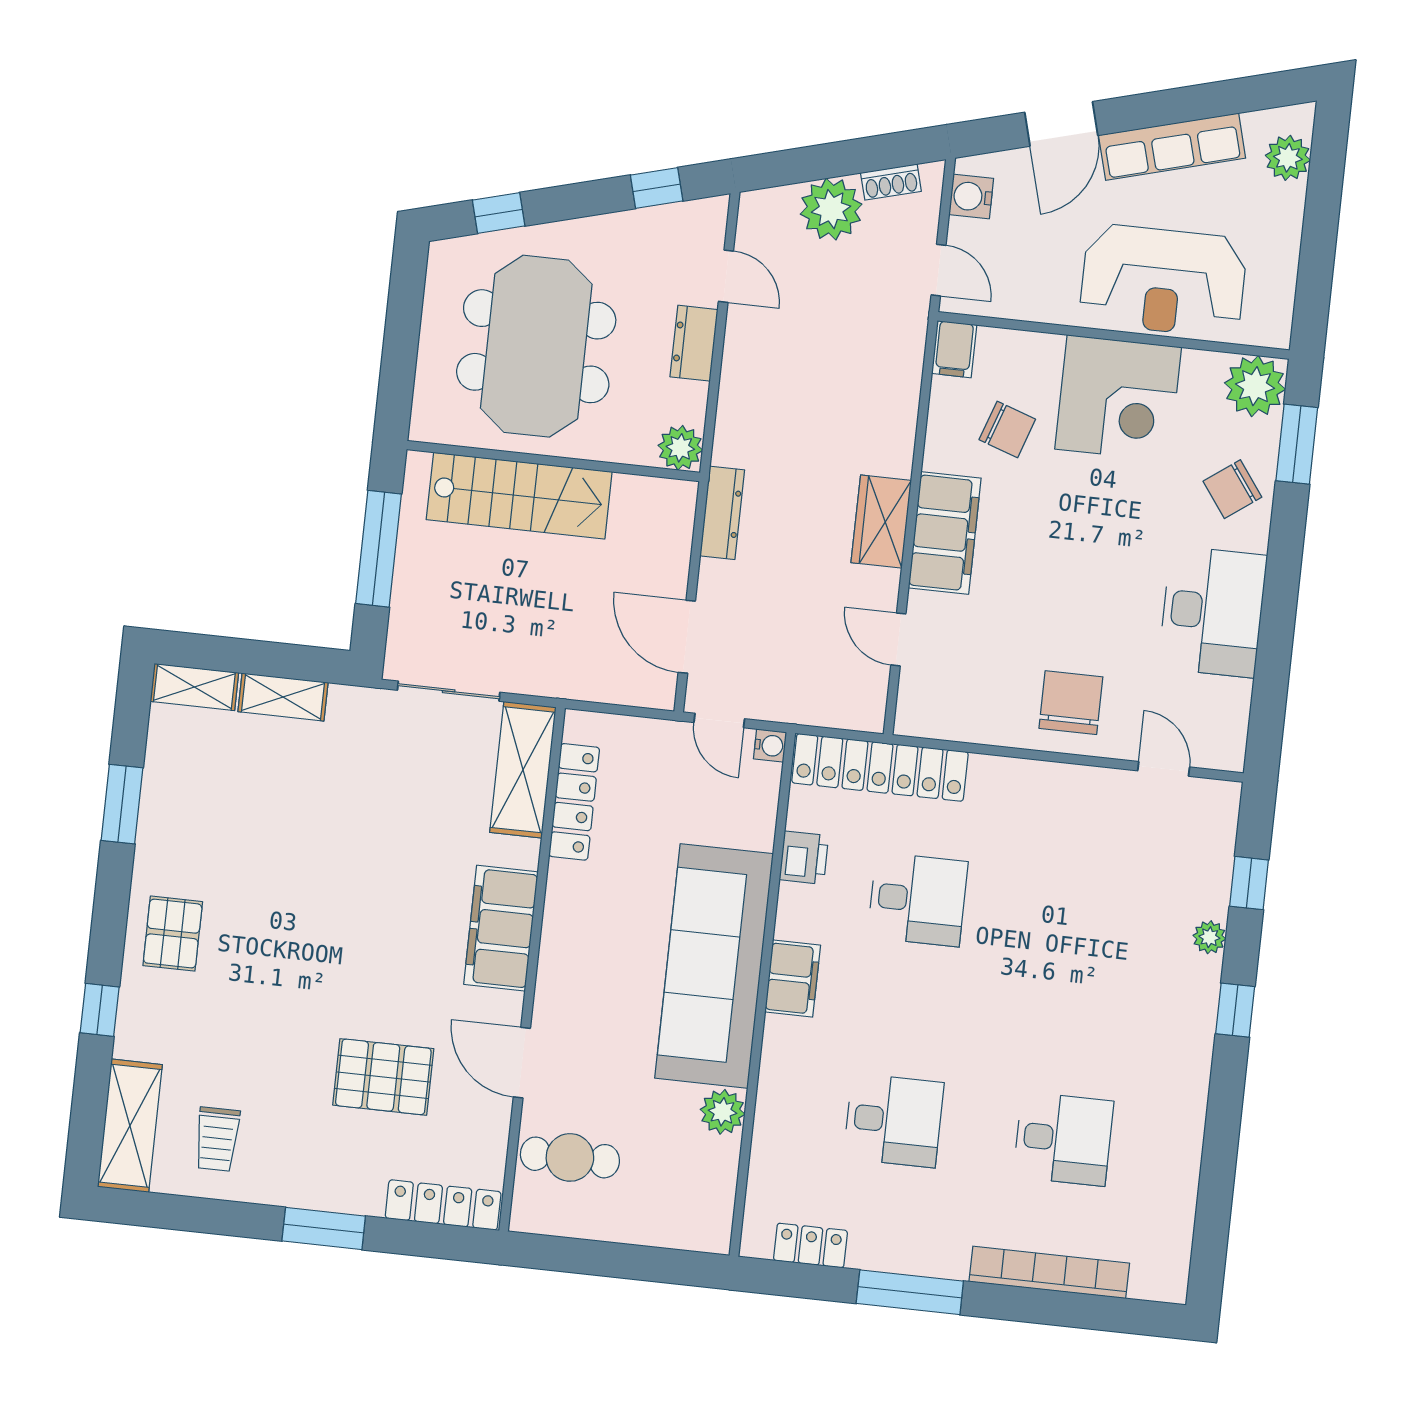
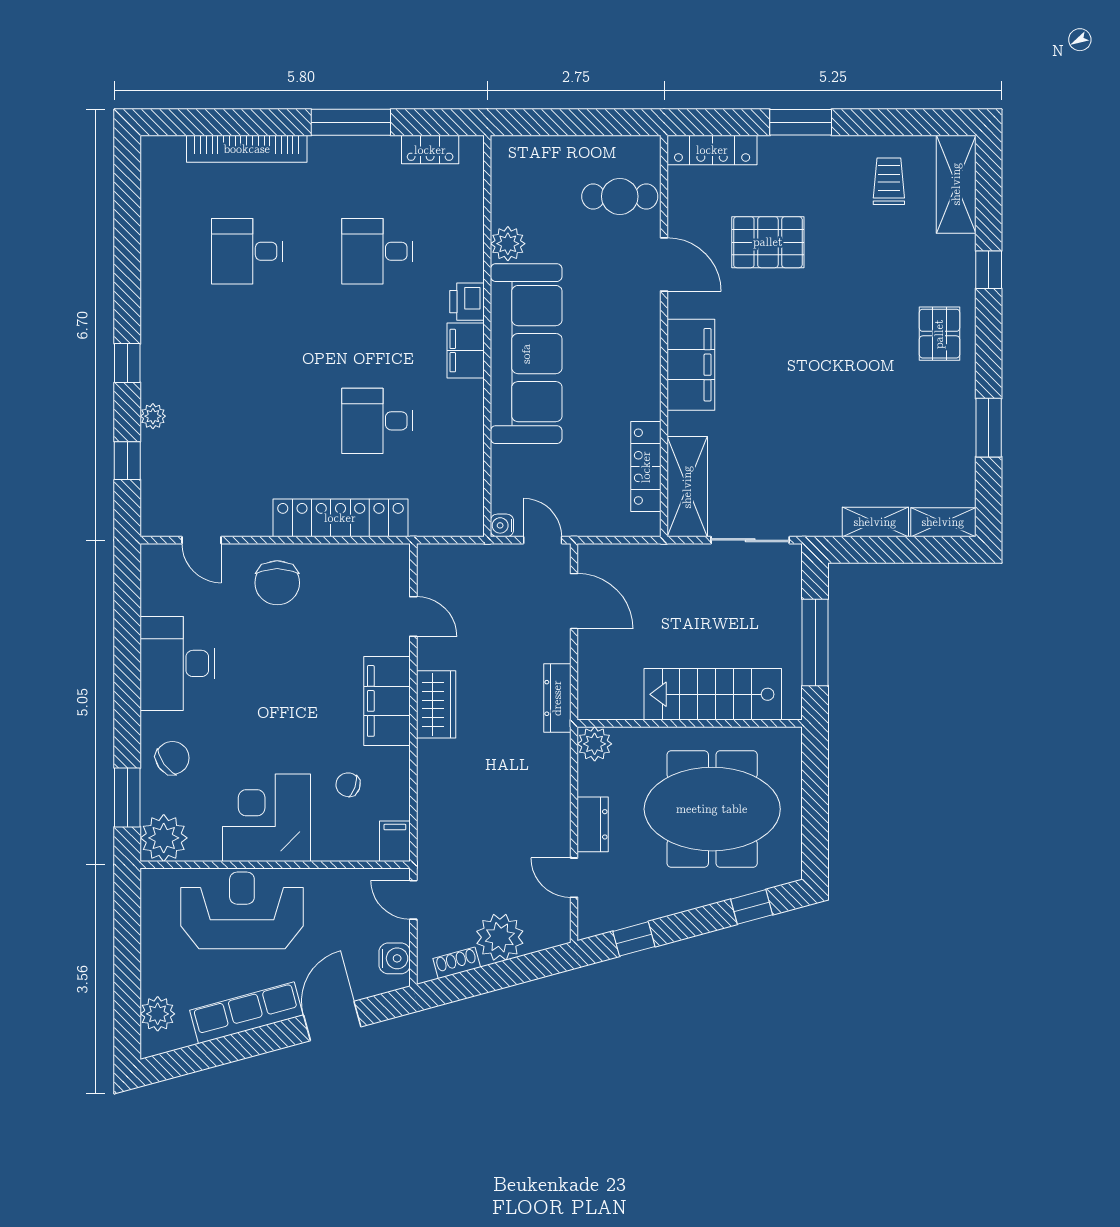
meeting table: (536, 346) -> (712, 809), turned 90
chair: (1007, 429) -> (348, 785), width x0.73, depth x0.73
locker: (880, 767) -> (340, 518), moved
printer: (804, 858) -> (467, 302), moved

